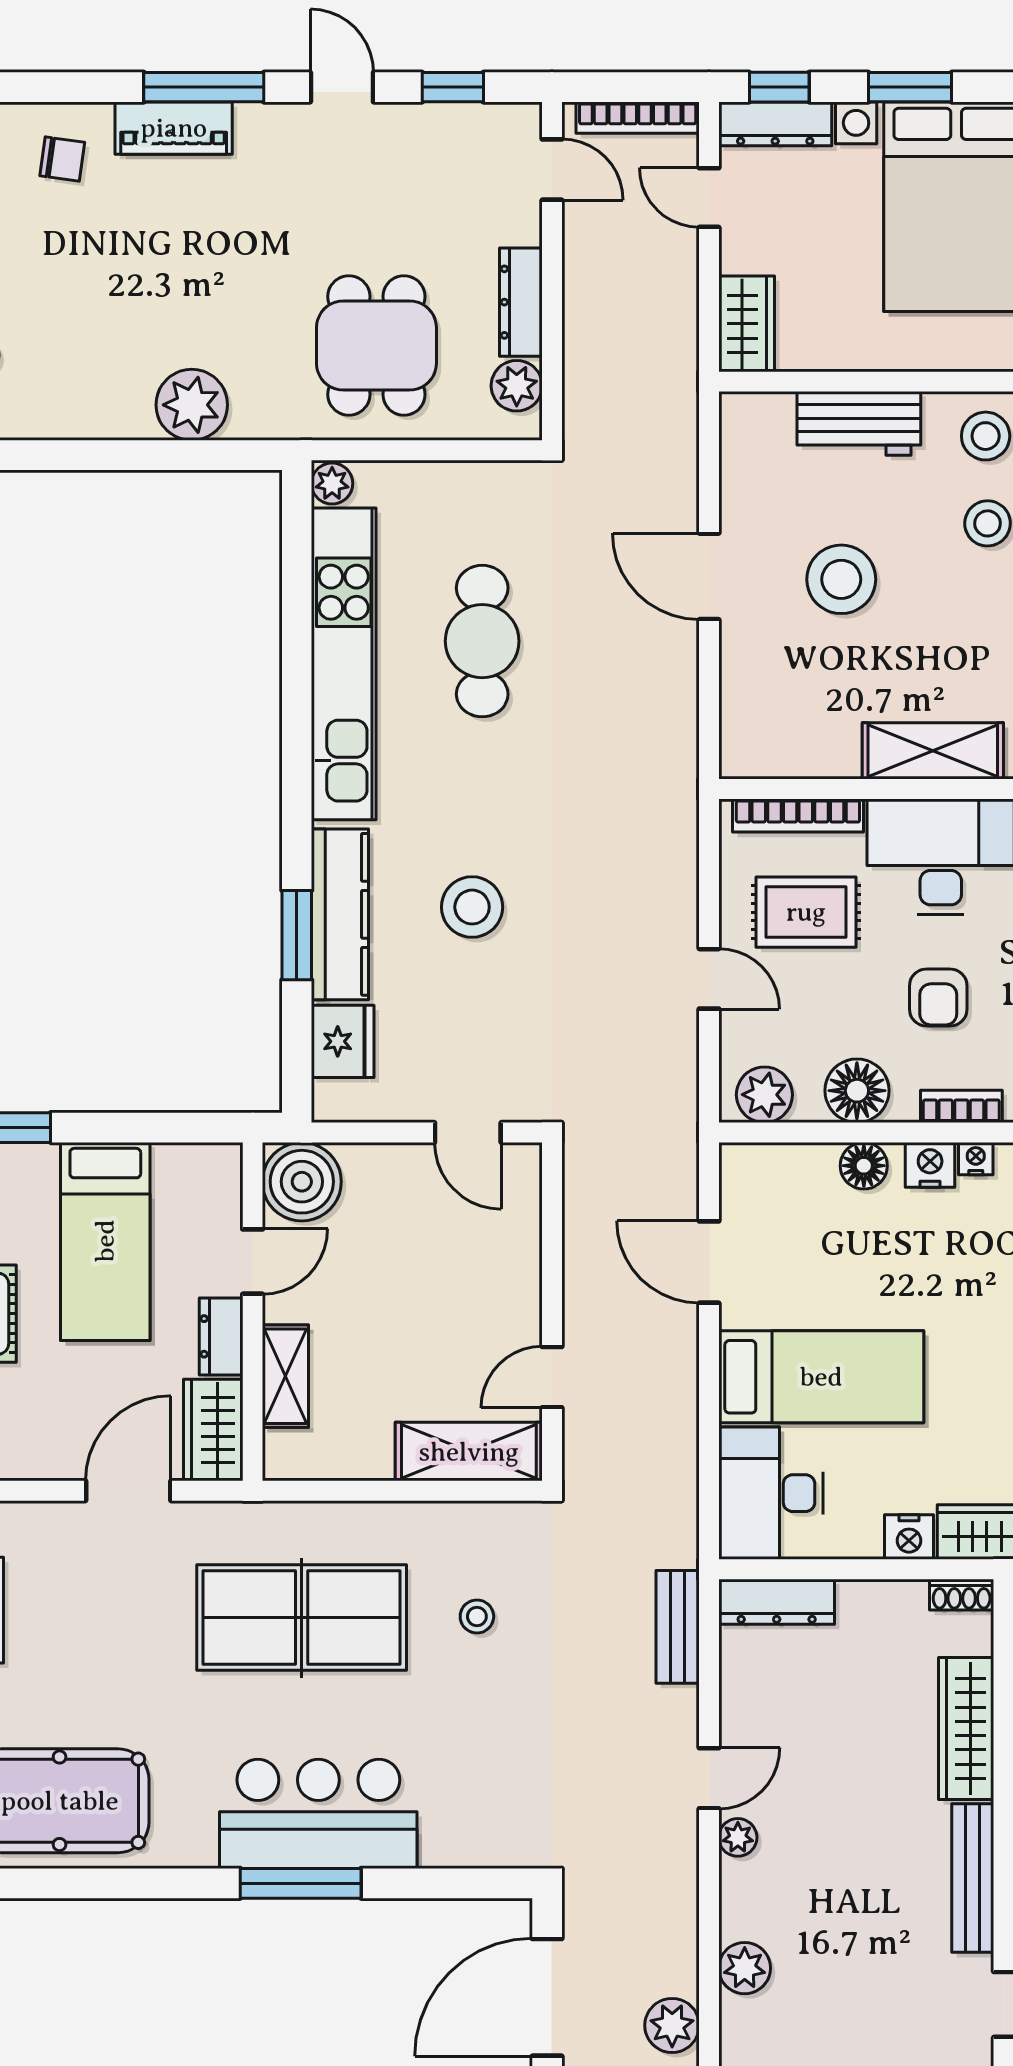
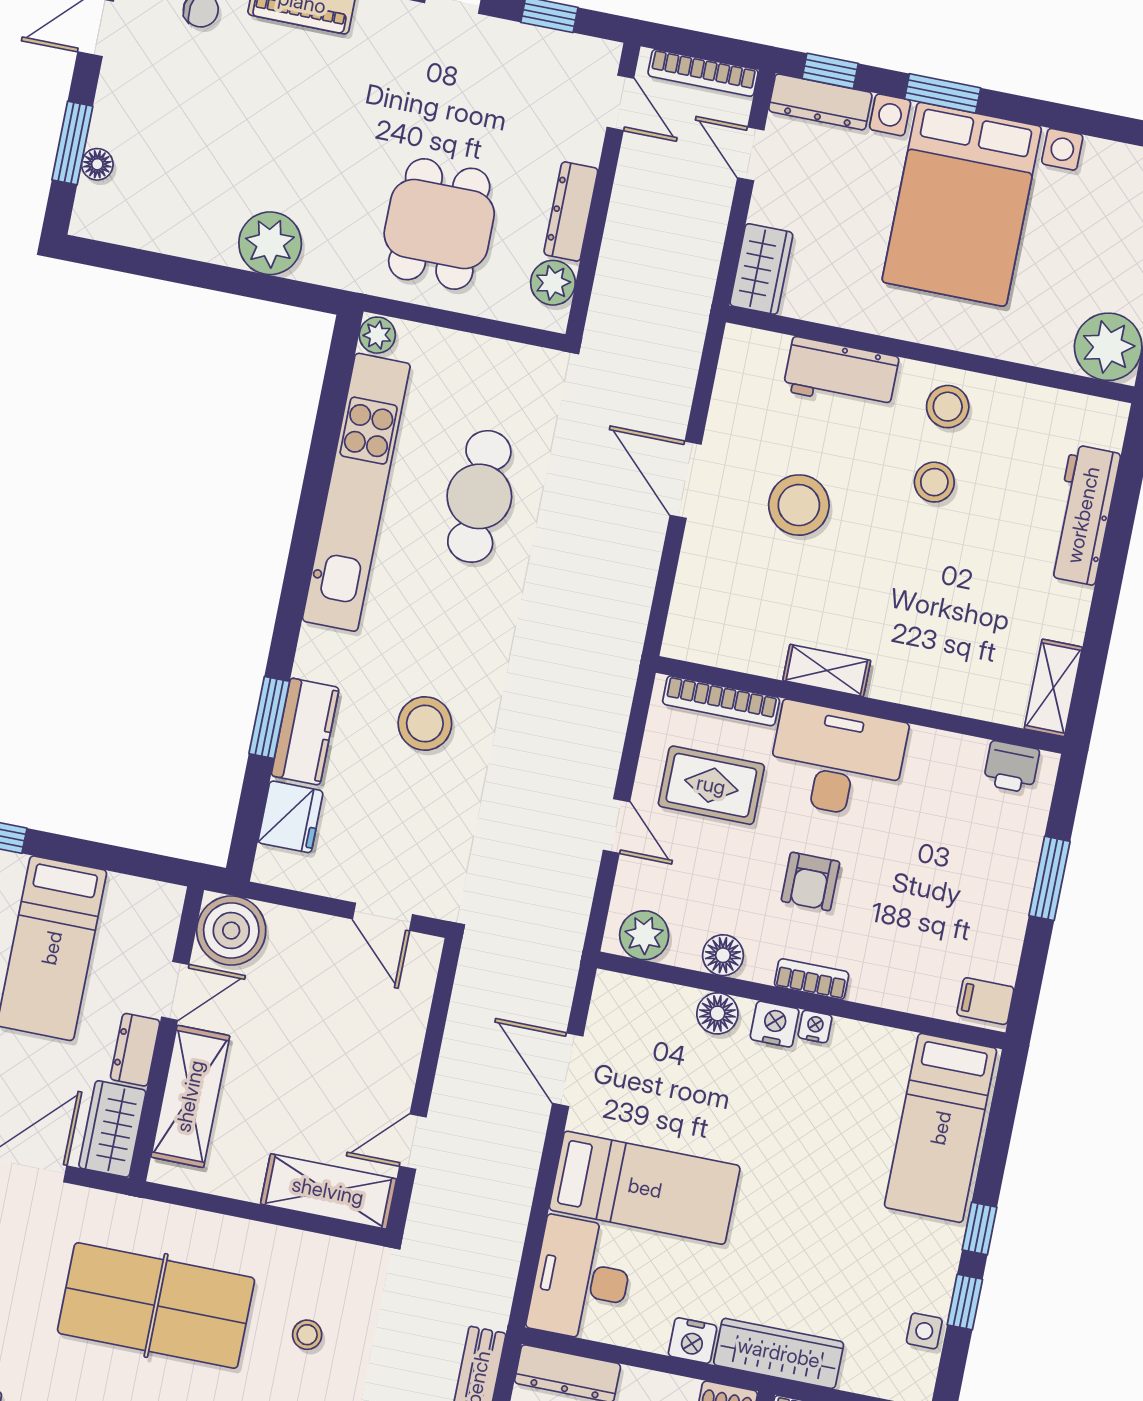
shelving: (933, 751) -> (827, 670), width x0.67, depth x0.75
kitchen counter: (340, 914) -> (305, 732), width x0.67
floor lamp: (857, 1091) -> (723, 955), width x0.73, depth x0.73
shelving: (285, 1376) -> (190, 1096), width x1.50, depth x1.33

